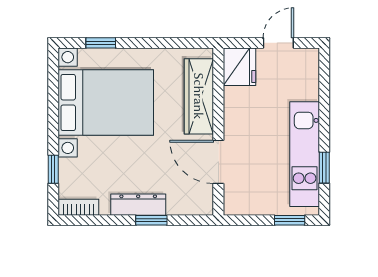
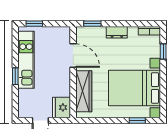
window: (324, 168) -> (15, 76), moved
dresser: (138, 205) -> (117, 32), width x0.70
window: (151, 220) -> (92, 24), moved

